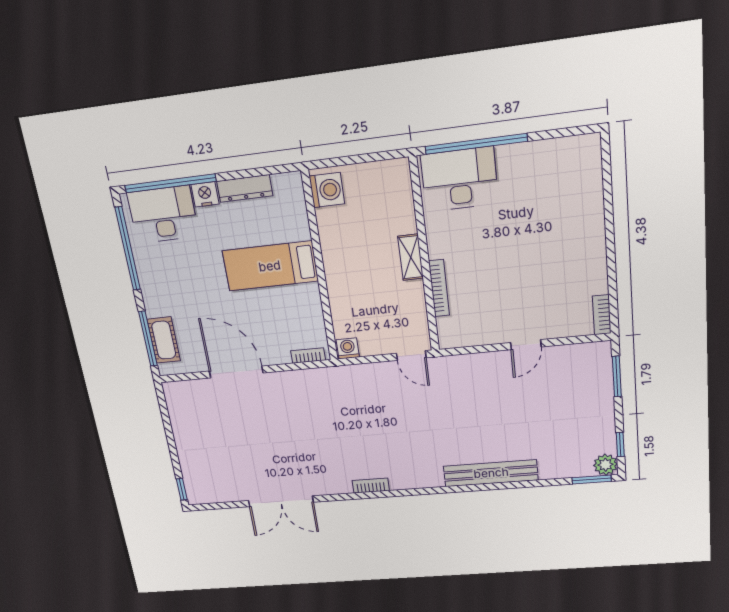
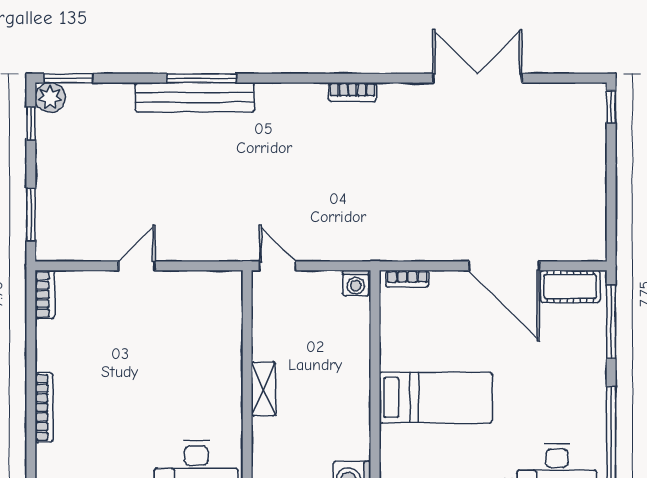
bookcase: (439, 288) -> (44, 408), moved, turned 180
cot: (164, 340) -> (570, 286), moved, turned 90
window: (487, 487) -> (201, 78), added

